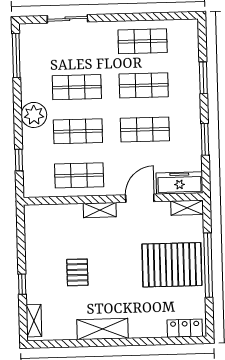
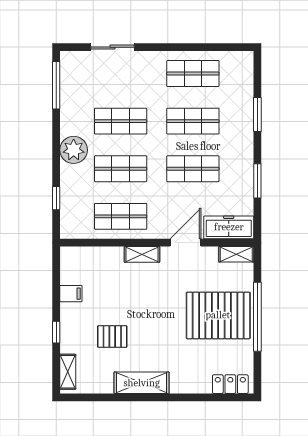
filing cabinet: (35, 248) -> (71, 294), added
pallet: (77, 272) -> (112, 337), moved, turned 90

